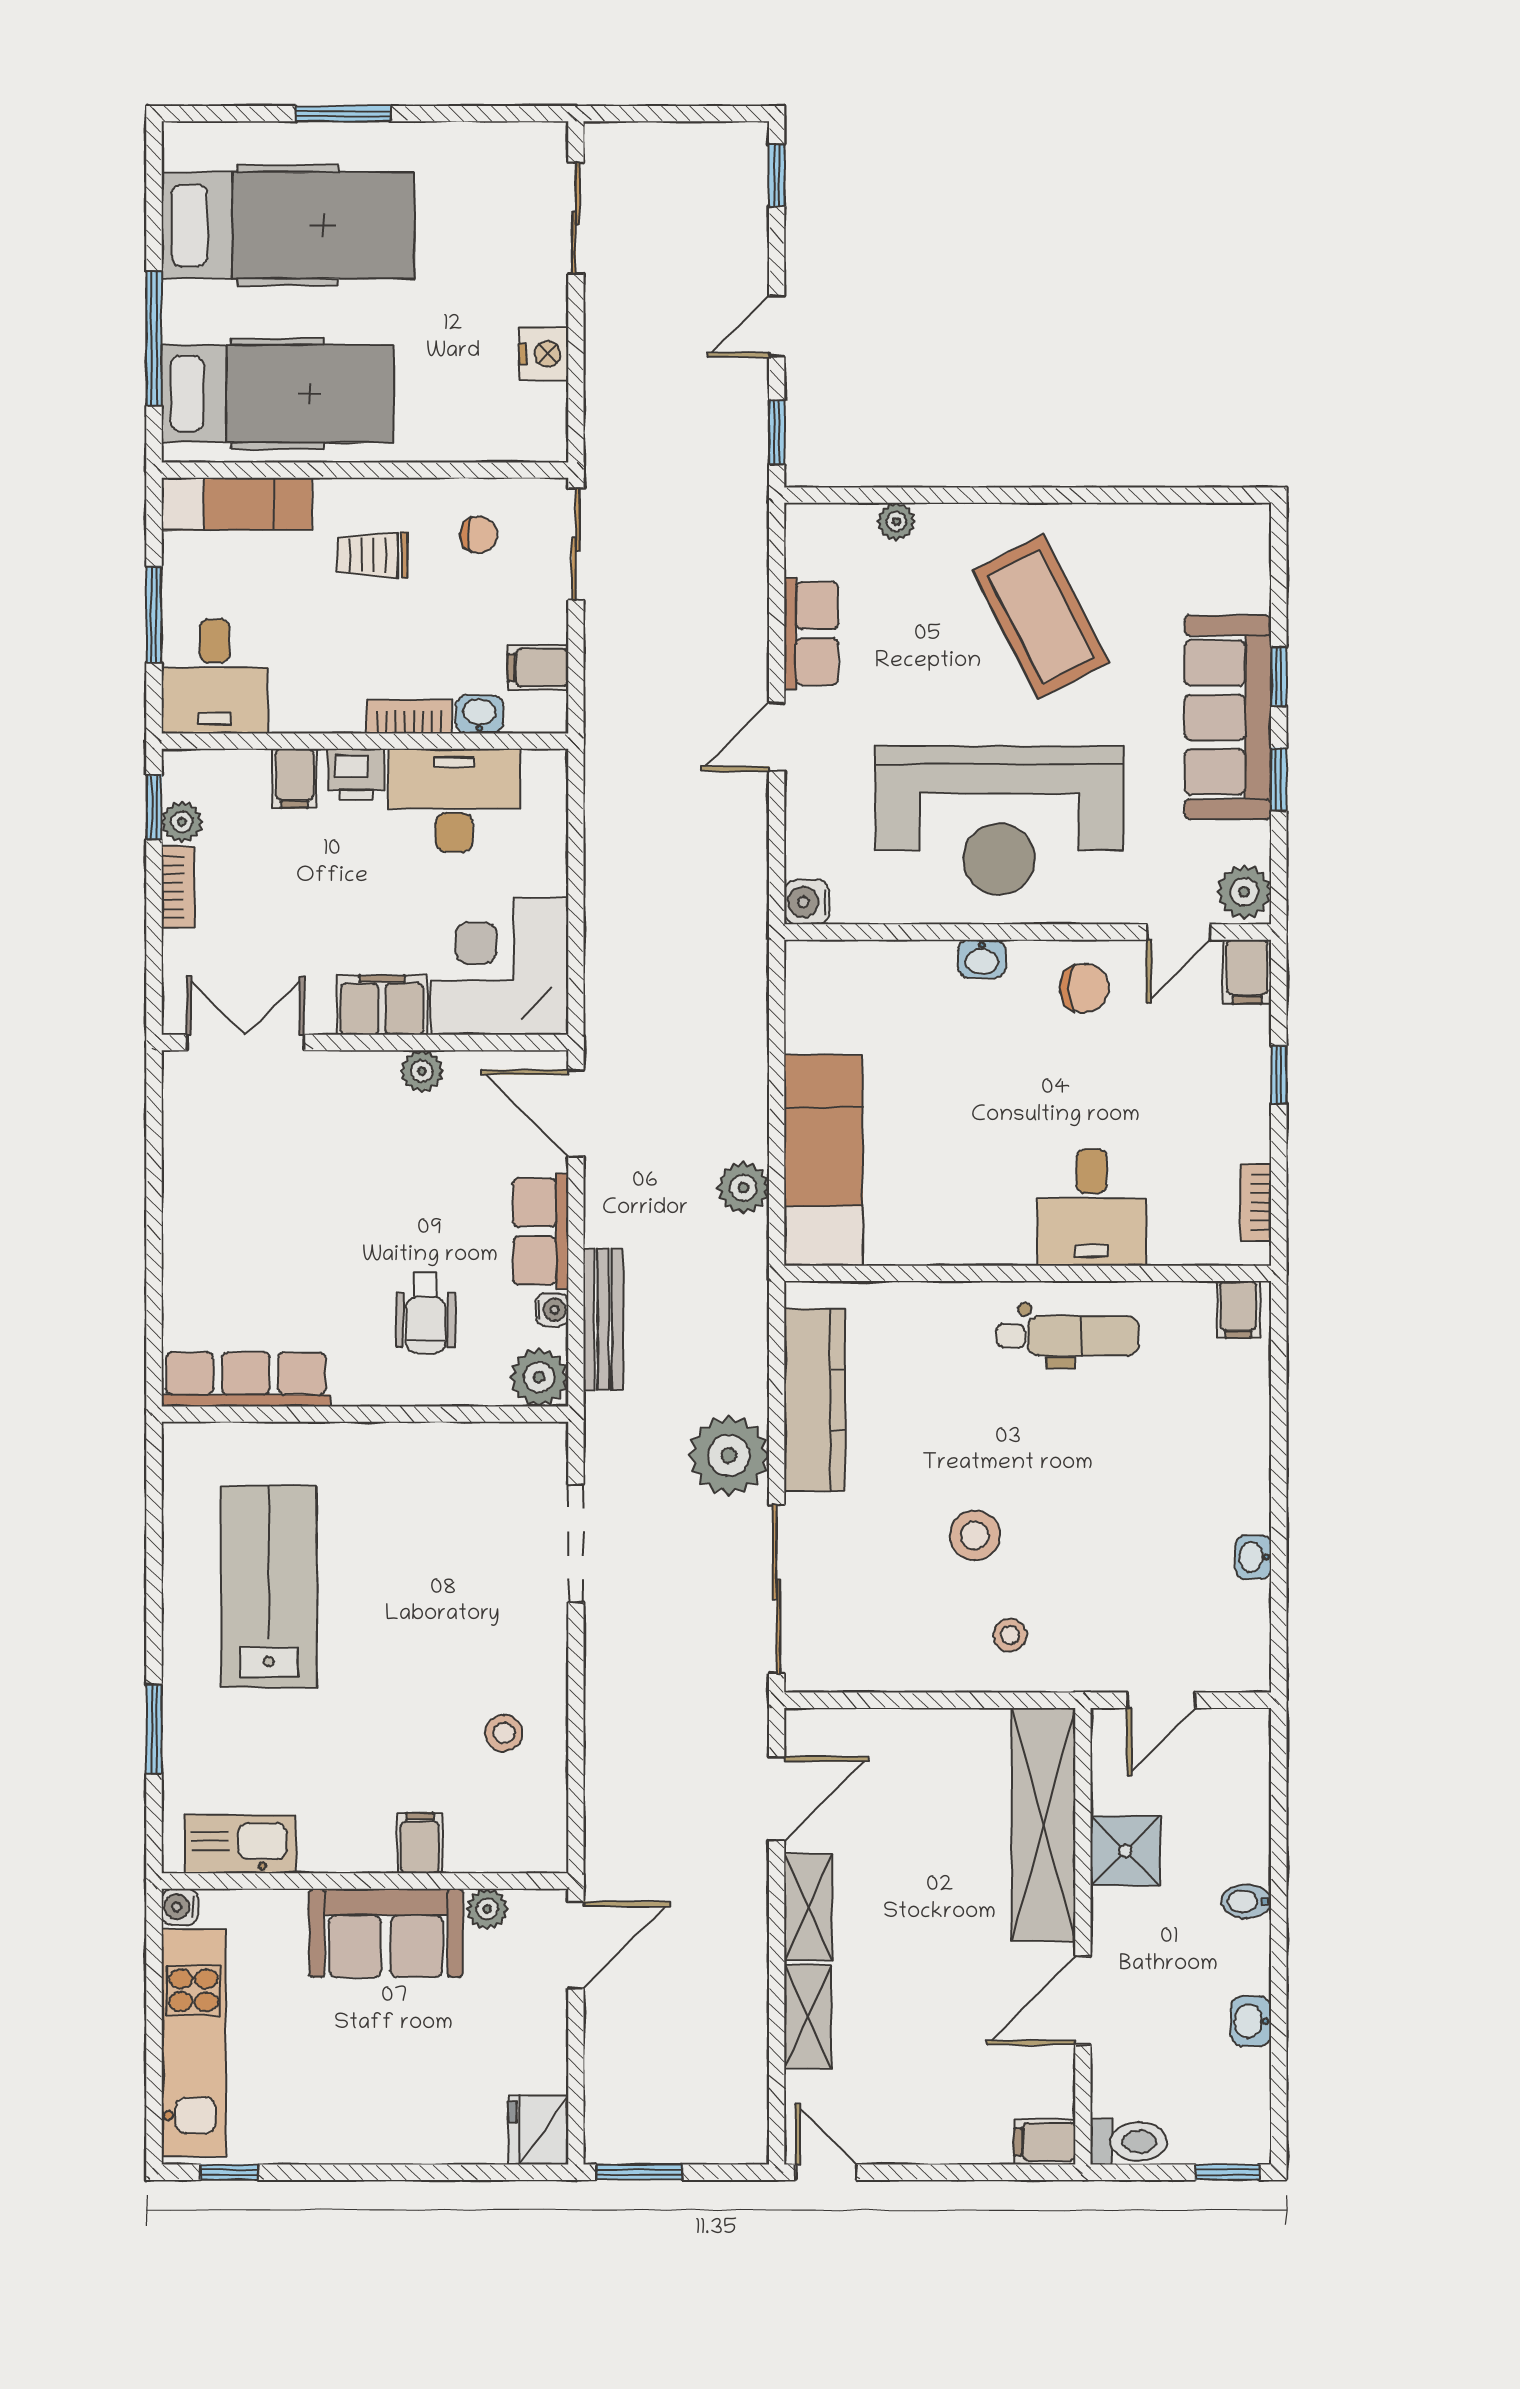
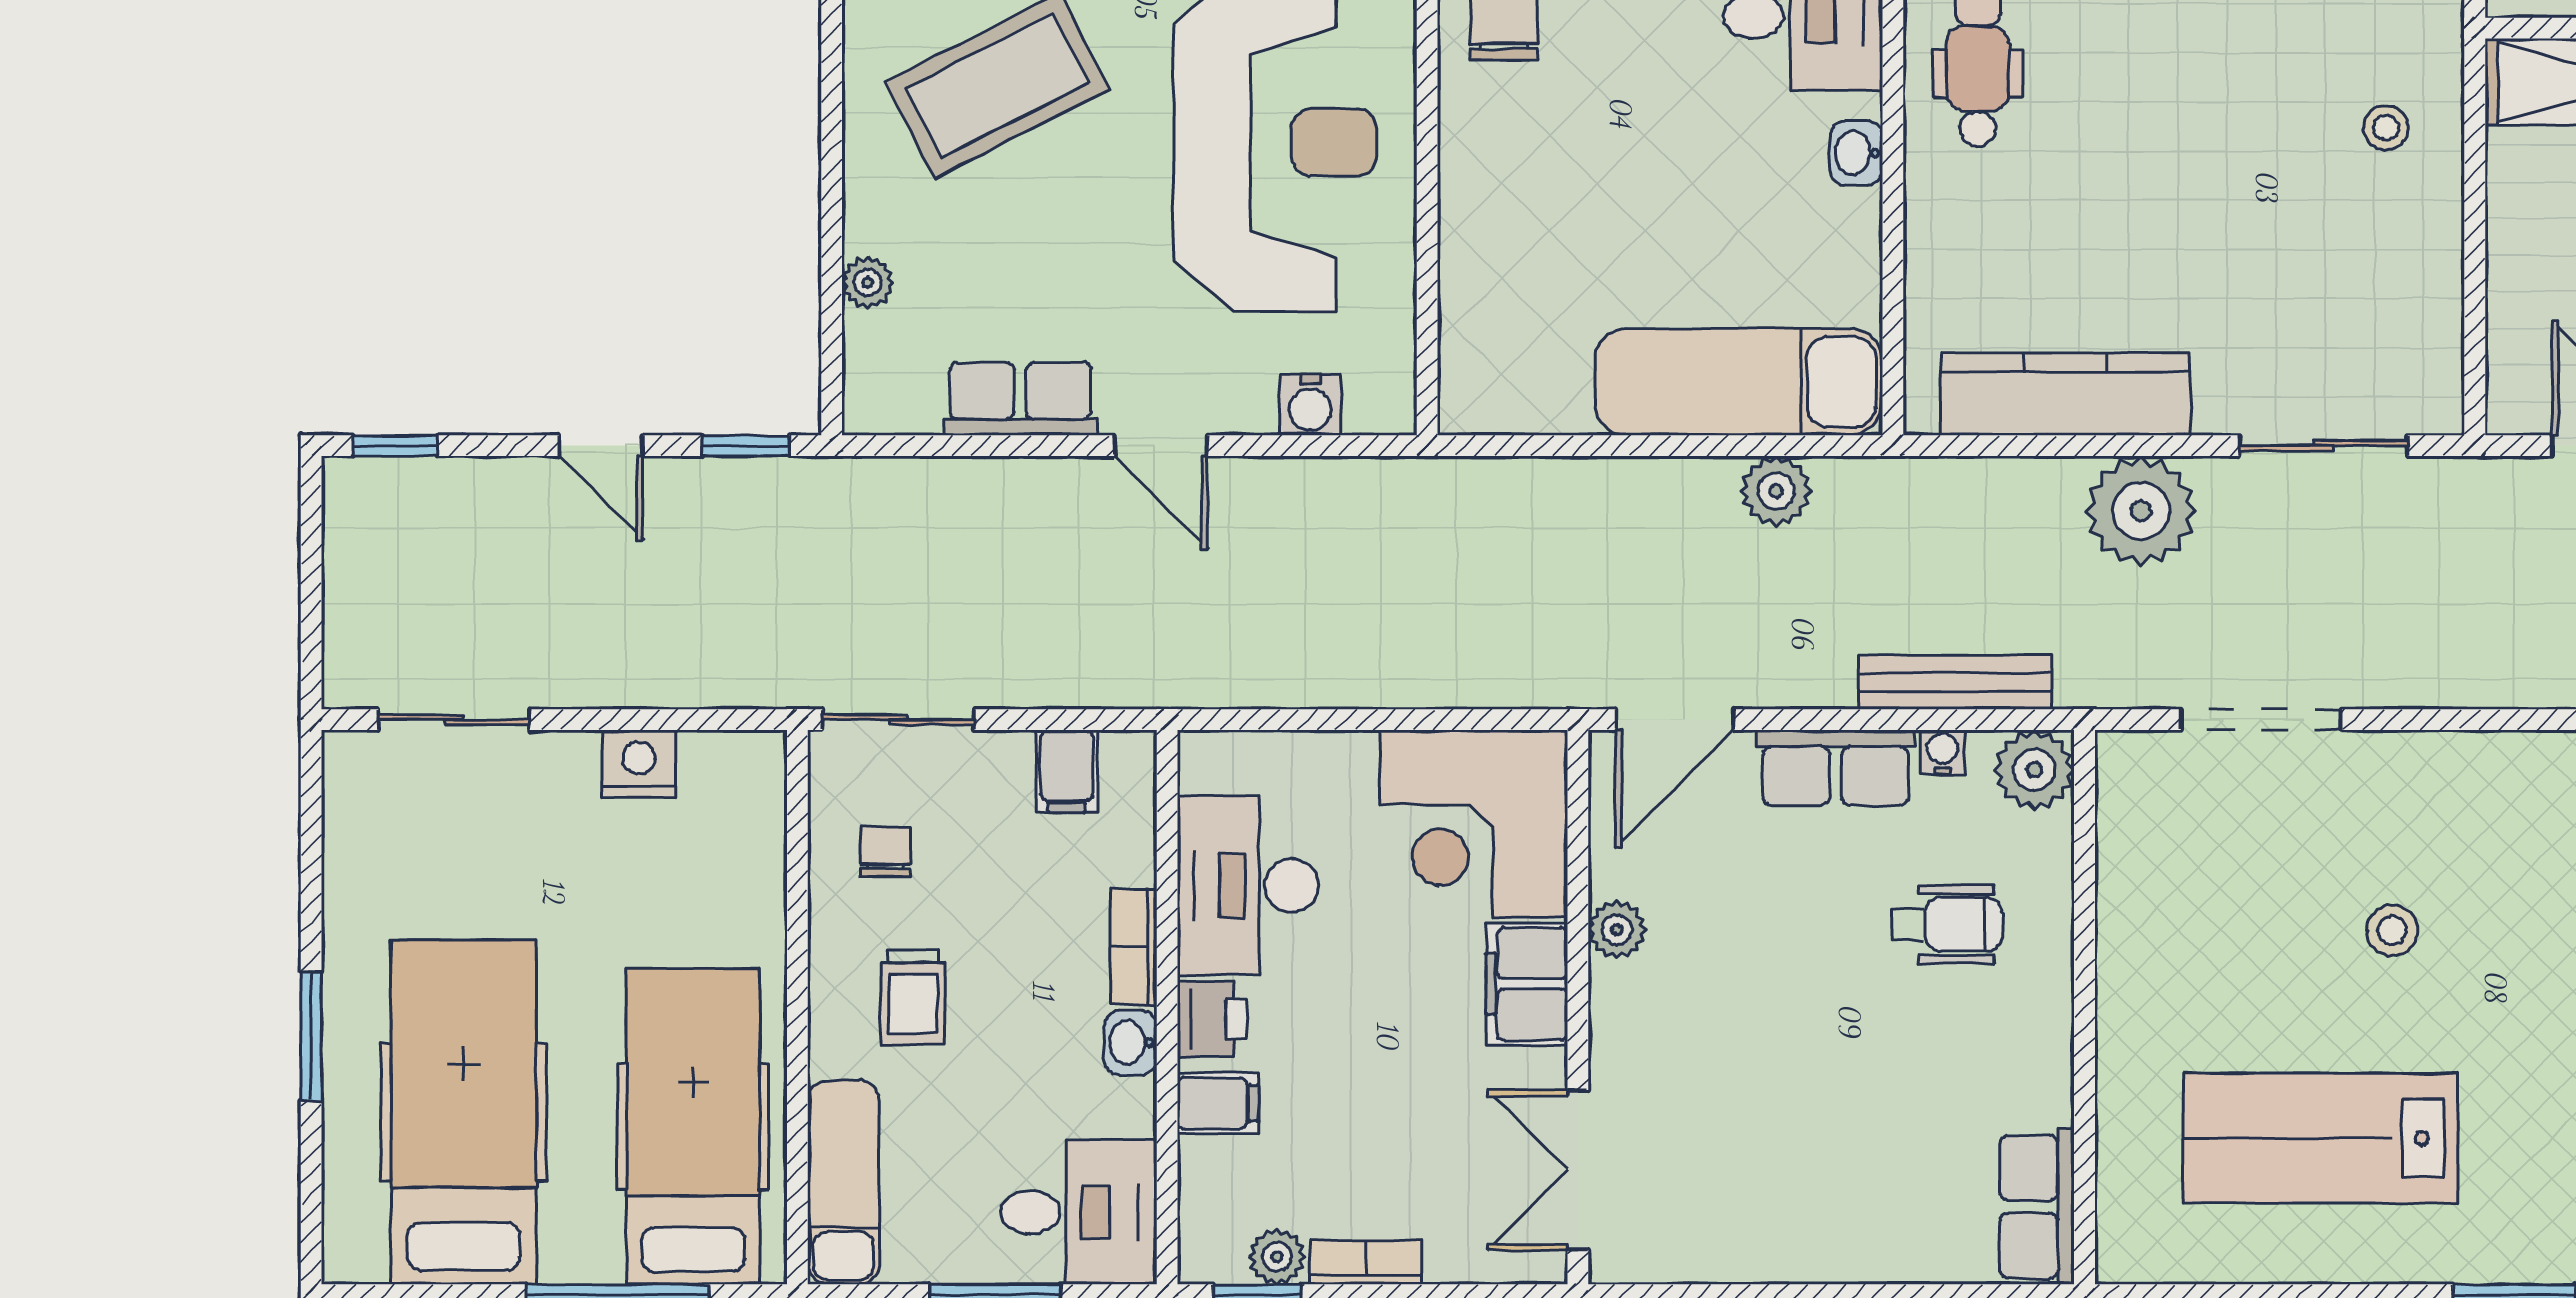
washbasin: (479, 714) -> (1131, 1042), moved
water cooler: (807, 902) -> (1310, 405), moved
washbasin: (982, 959) -> (1856, 153), moved, turned 180
row of seats: (246, 1379) -> (2037, 1207), width x0.68
stool: (975, 1535) -> (2250, 175), removed
sliding door: (777, 1589) -> (2324, 446), width x0.73
stool: (504, 1733) -> (2392, 930), moved

